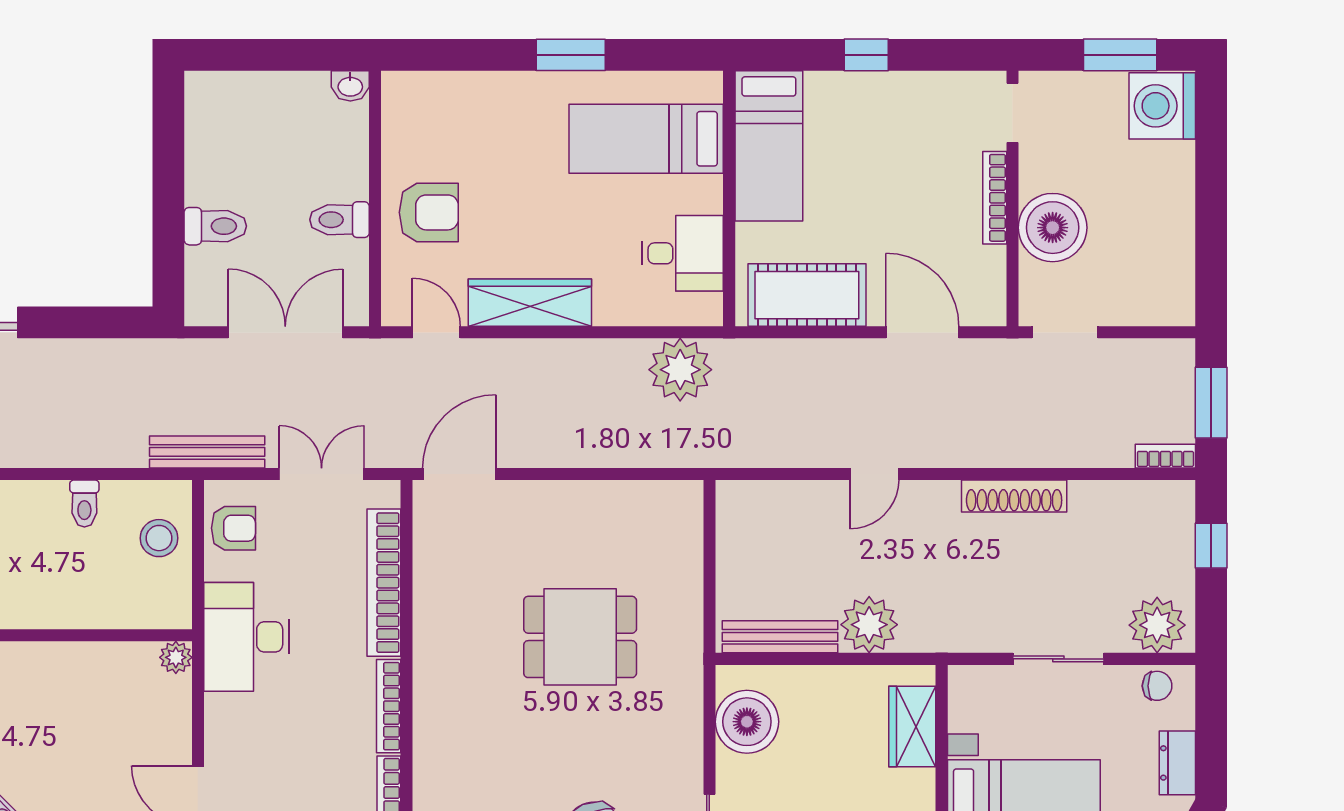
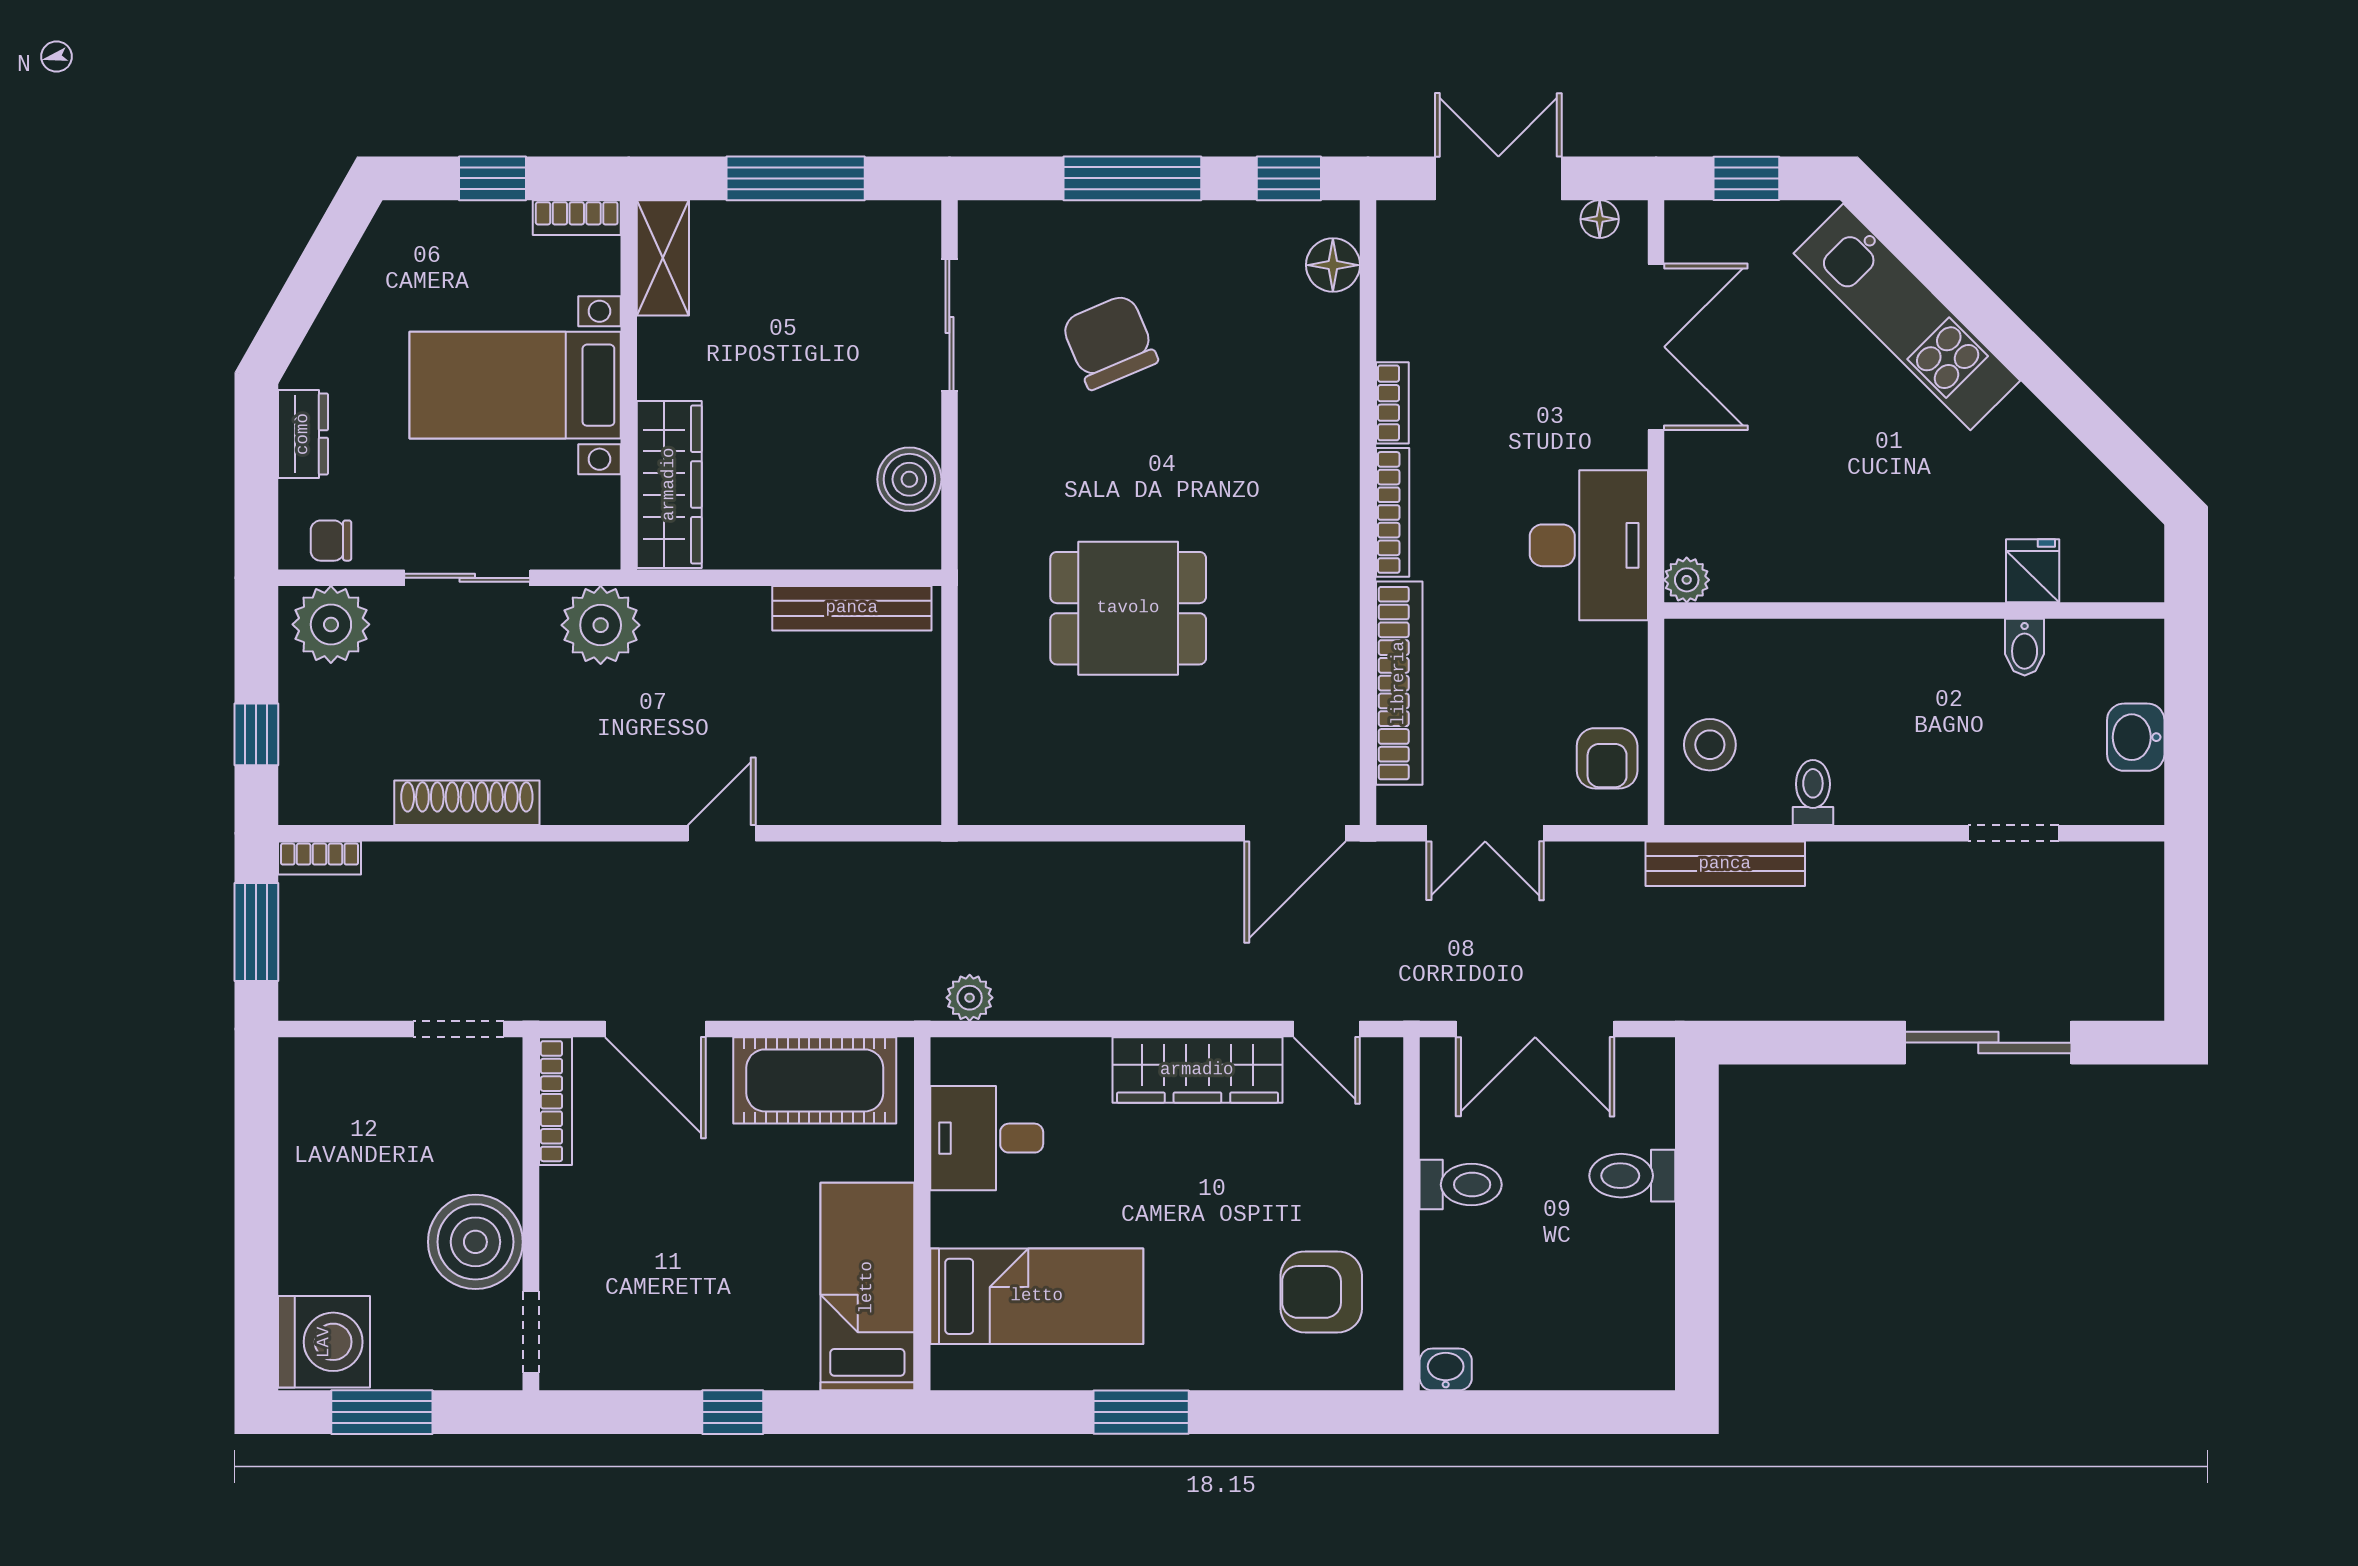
bookcase: (995, 198) -> (555, 1101), moved
armchair: (429, 212) -> (1321, 1292), moved
boiler: (1053, 228) -> (475, 1242), moved
plant: (680, 370) -> (970, 998), width x0.53, depth x0.53
bench: (207, 452) -> (1725, 864), moved
shoe rack: (1014, 496) -> (467, 803), moved
armchair: (233, 528) -> (1607, 758), turned -90
plant: (869, 625) -> (601, 625), moved
desk: (247, 637) -> (1589, 545), moved
boiler: (747, 722) -> (909, 479), width x0.73, depth x0.73
wardrobe: (912, 726) -> (669, 484), width x1.50

